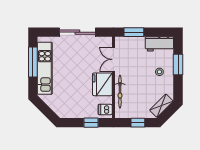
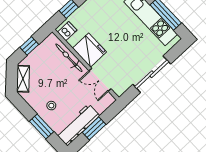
window: (134, 32) -> (94, 128), moved
workbench: (159, 44) -> (78, 125), width x1.38
double door: (113, 59) -> (100, 80), swing flipped

